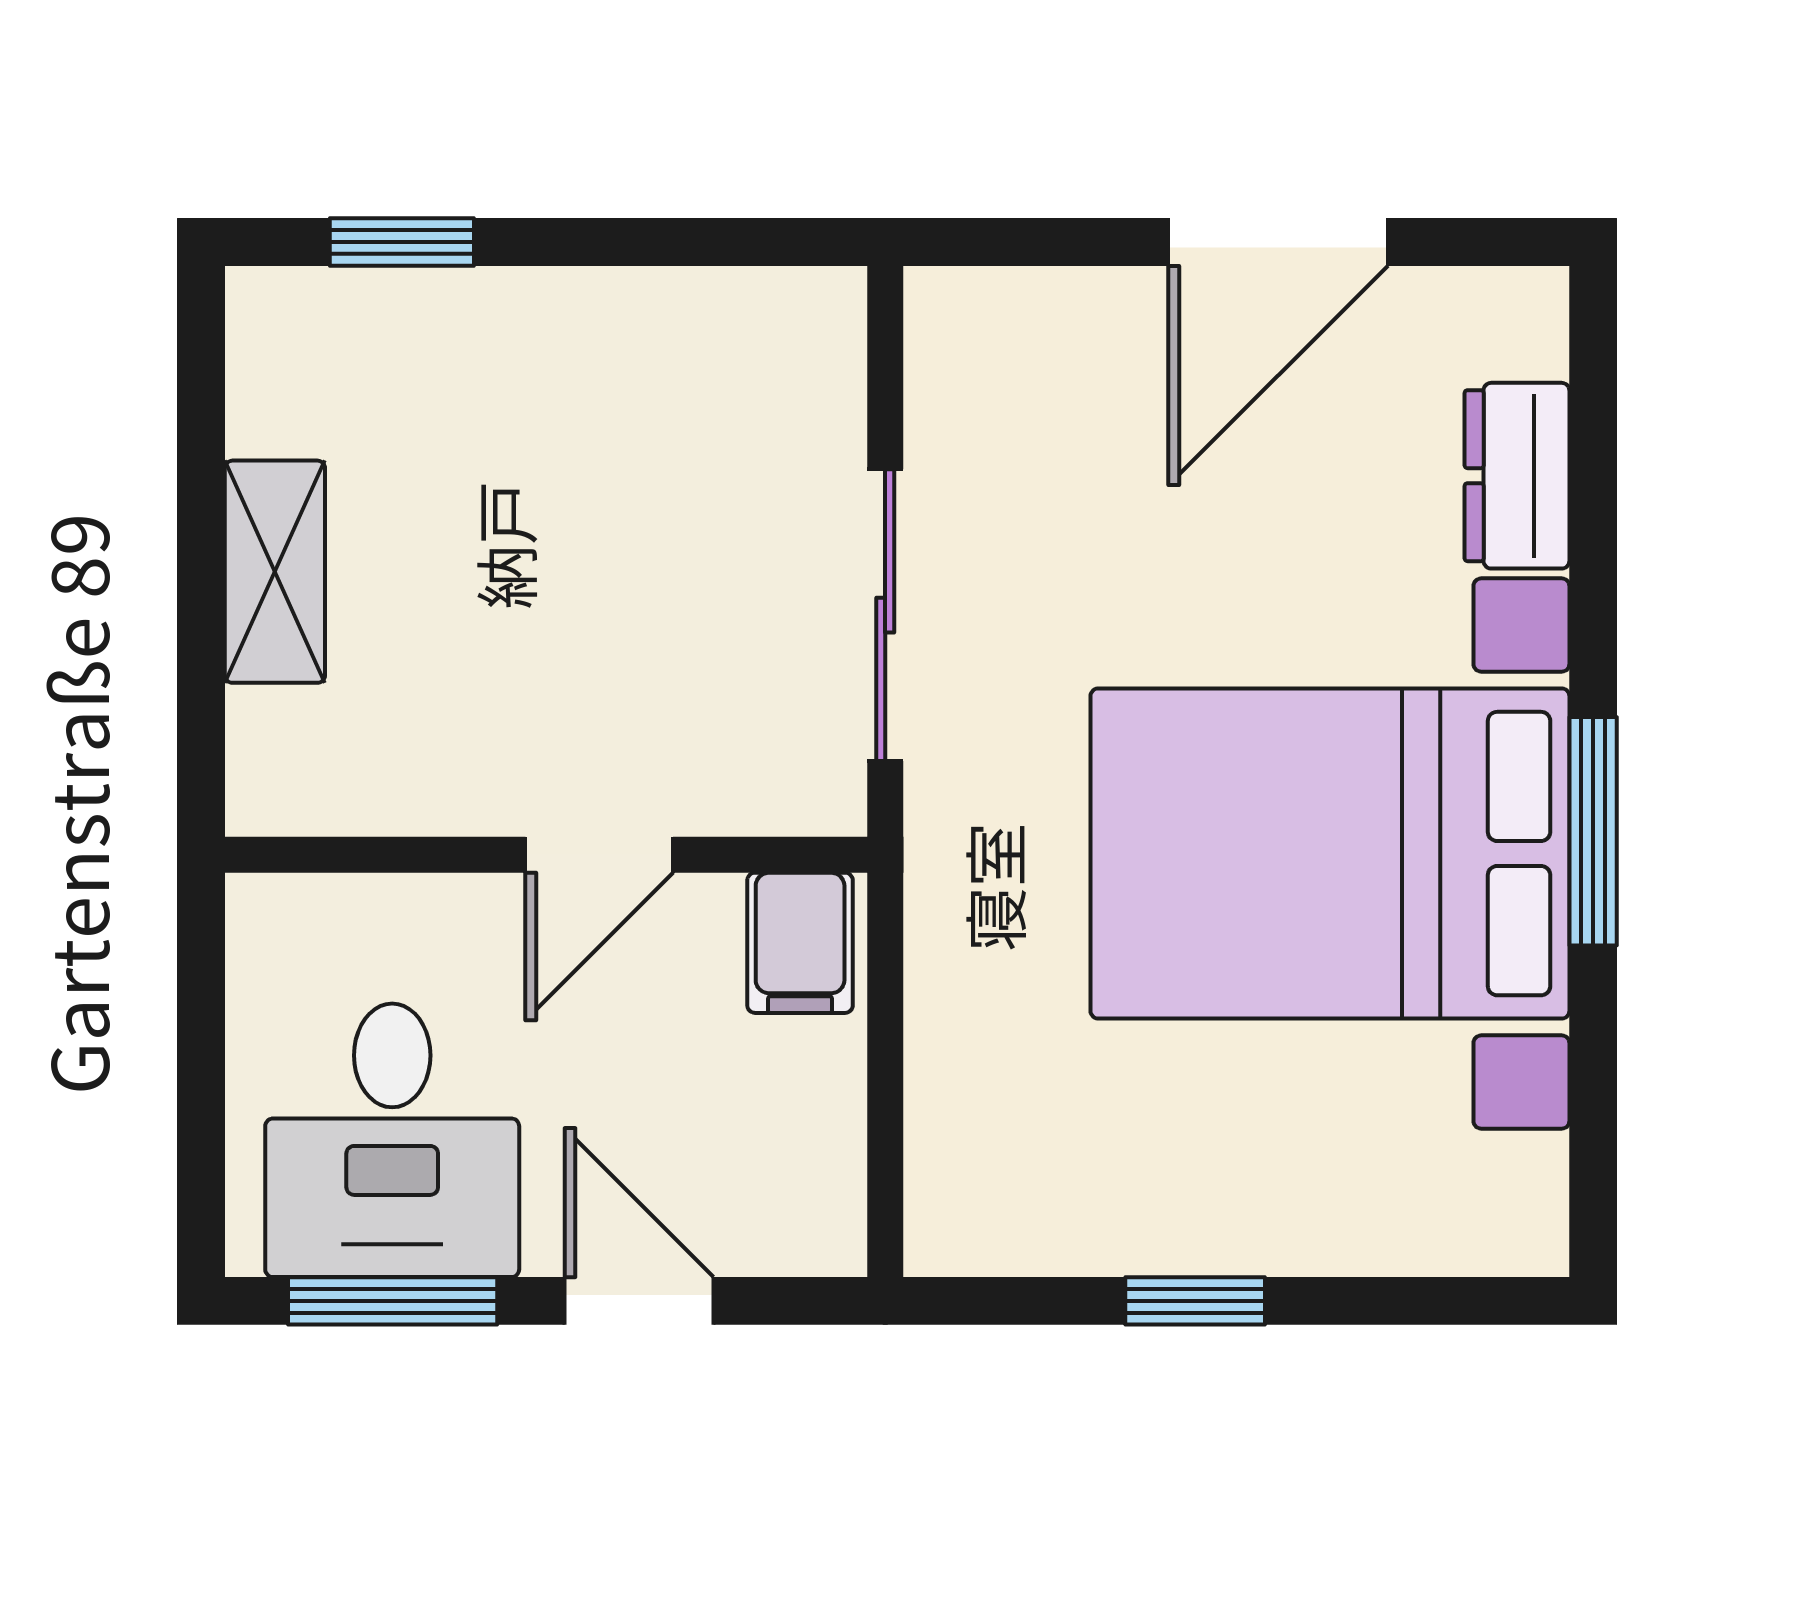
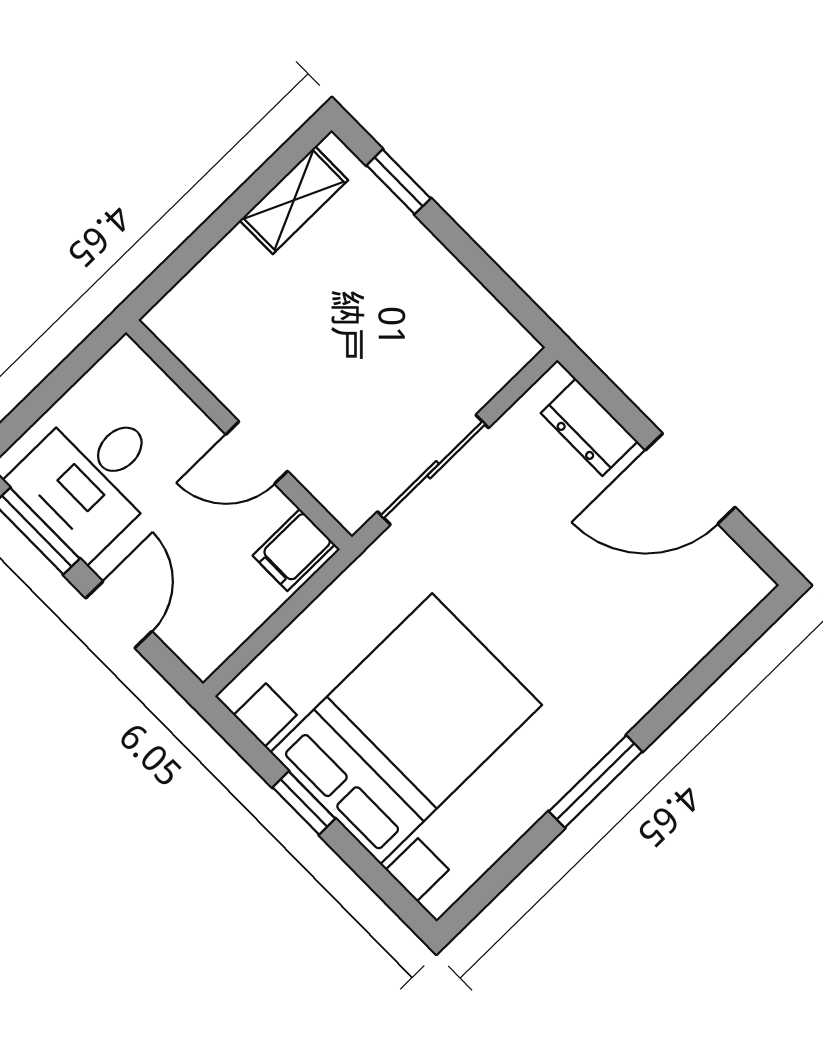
dresser: (1517, 476) -> (589, 427), moved, turned -90
shelving: (275, 572) -> (294, 200), moved
bed with nightstands: (1330, 854) -> (406, 729), moved, turned 90

